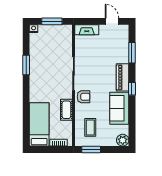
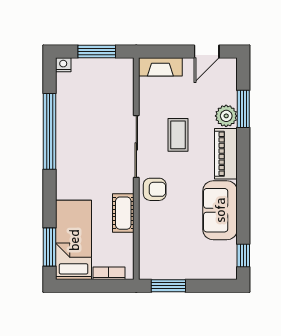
door: (112, 21) -> (207, 51), swing flipped
window: (26, 65) -> (50, 131), width x2.11
window: (132, 89) -> (243, 256), moved
coffee table: (90, 127) -> (178, 135), moved
window: (26, 128) -> (50, 247), added
plant: (123, 140) -> (226, 116), moved

